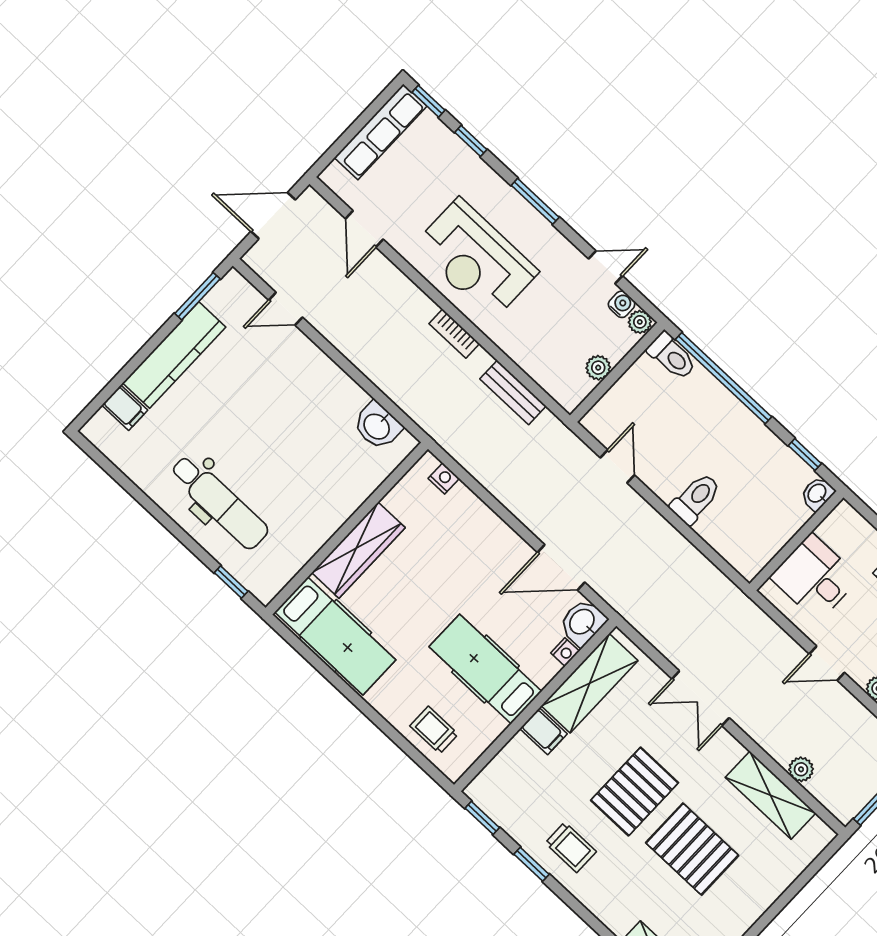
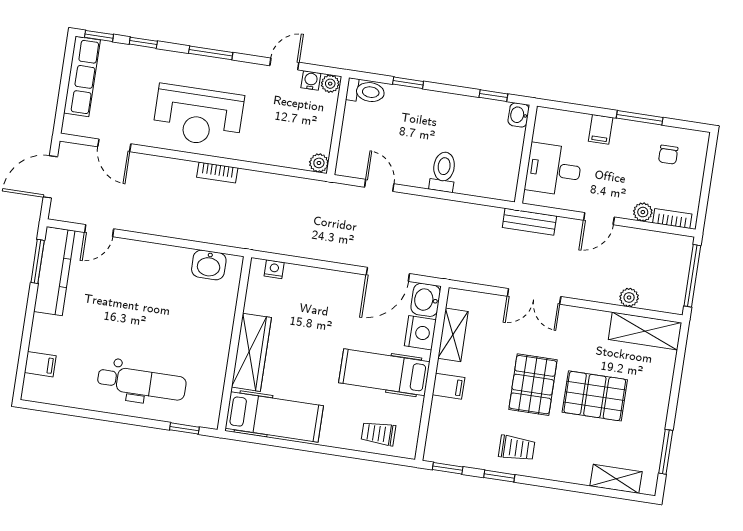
kitchen counter: (174, 355) -> (54, 271), moved
plant: (598, 368) -> (319, 163), moved
window: (723, 378) -> (408, 83), width x0.32
bench: (513, 392) -> (529, 222), moved
nightstand: (565, 652) -> (420, 333), width x1.89, depth x1.79
shelving: (590, 683) -> (453, 335), width x0.67, depth x0.75
shelving: (770, 795) -> (645, 331), moved

